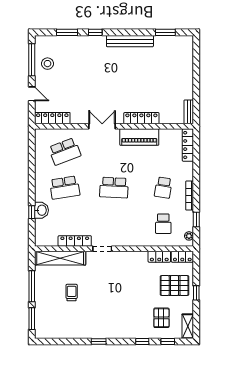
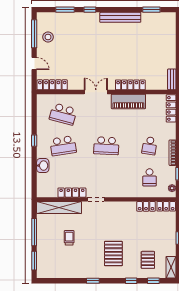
school desk: (65, 151) -> (63, 114), turned 36
window: (32, 212) -> (34, 141), moved
pallet: (175, 286) -> (113, 254), moved, turned 90

